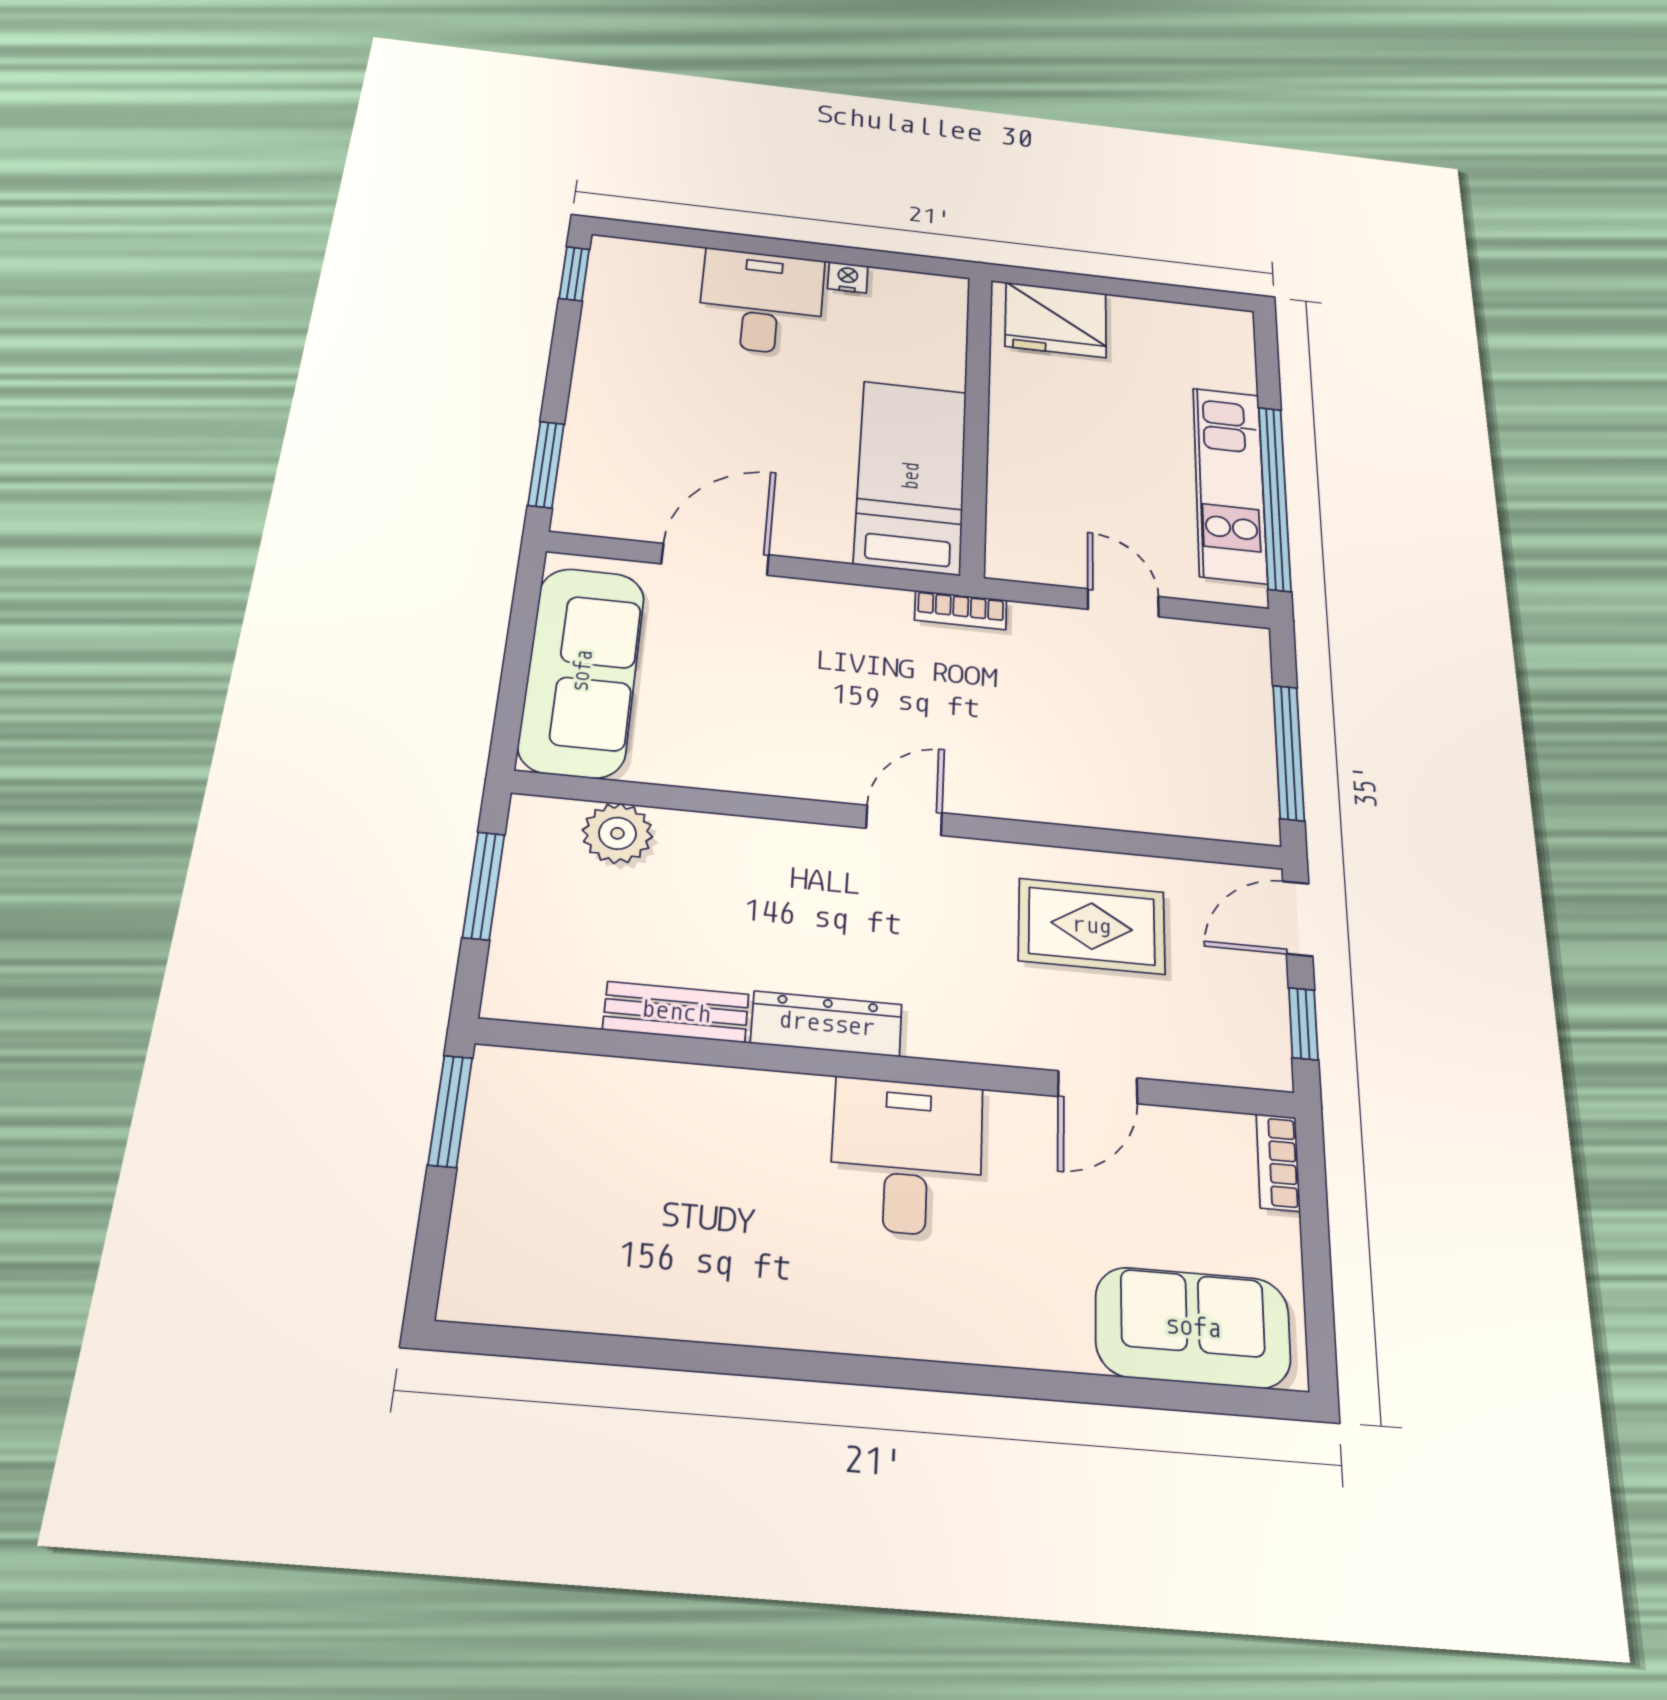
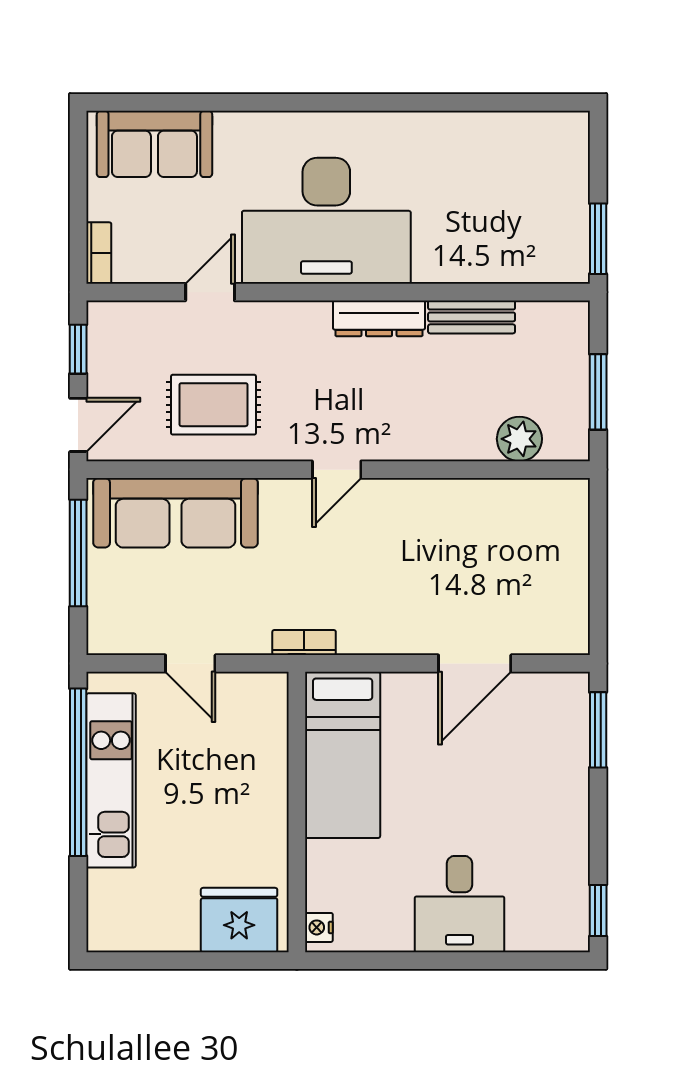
nightstand: (848, 277) -> (319, 927), moved, turned 90
sofa: (582, 671) -> (175, 513), moved, turned -90
desk: (907, 1157) -> (326, 221), width x1.87, depth x1.30

